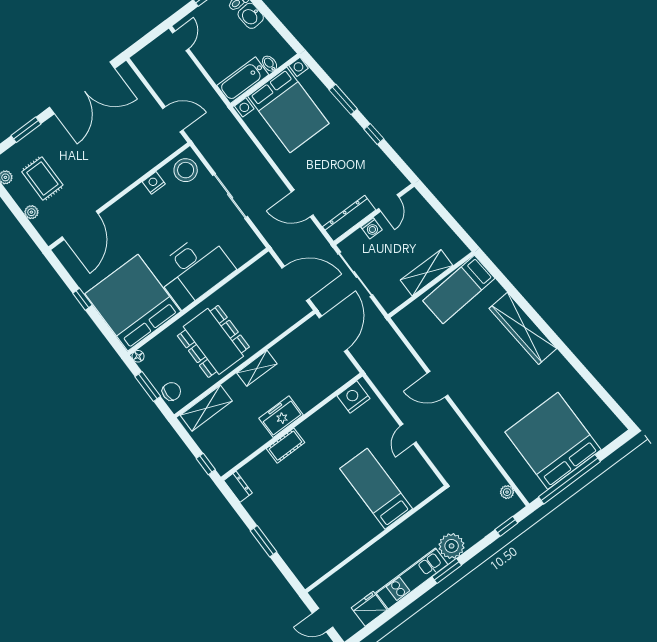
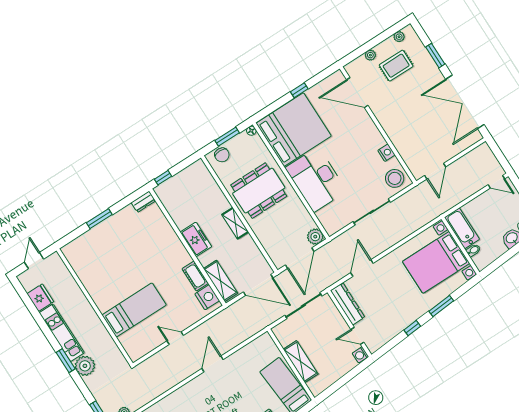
washing machine: (371, 228) -> (360, 355), moved
plant: (267, 266) -> (315, 237), added
shelving: (206, 408) -> (221, 281), moved
cot: (286, 446) -> (195, 276), moved

